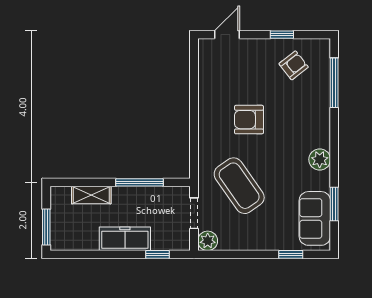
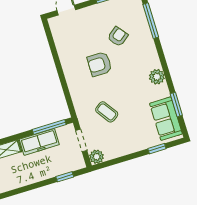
armchair: (294, 65) -> (118, 37), moved
window: (139, 182) -> (49, 127), moved
coffee table: (239, 186) -> (107, 112), width x0.54, depth x0.58
freezer: (125, 239) -> (39, 142), moved, turned 180

